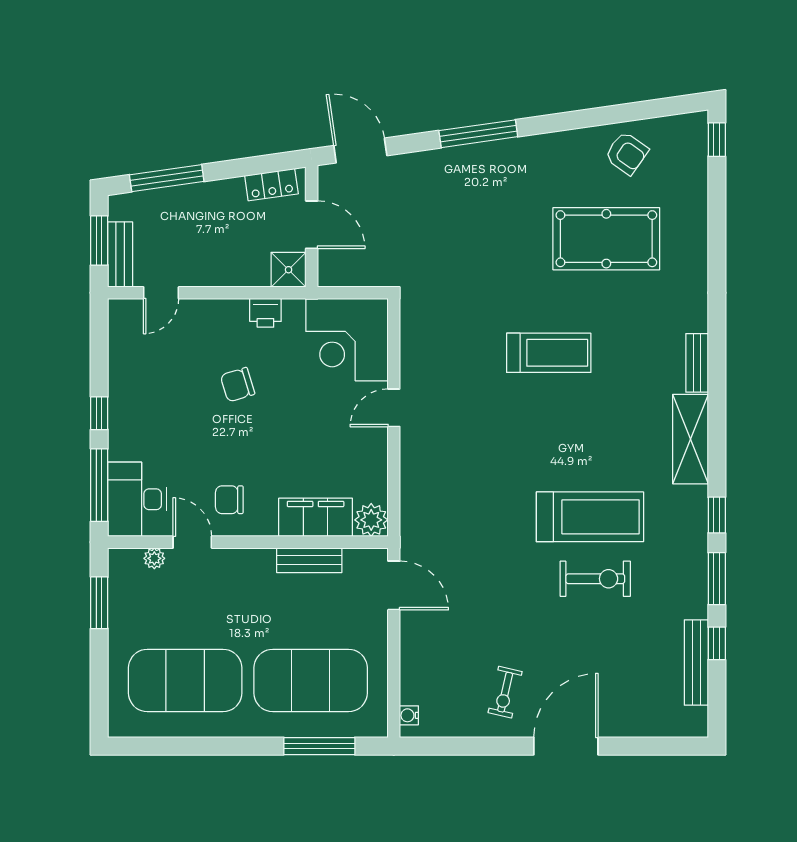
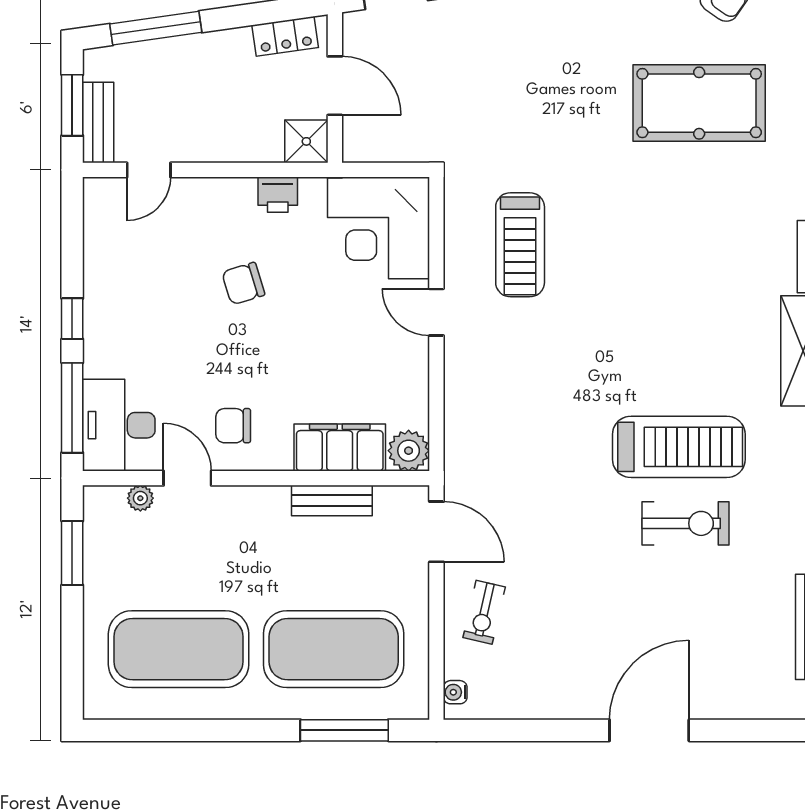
treadmill: (549, 353) -> (520, 245), moved, turned 90
door: (394, 408) -> (436, 312), hinge flipped
exercise bike: (505, 692) -> (484, 612), moved

